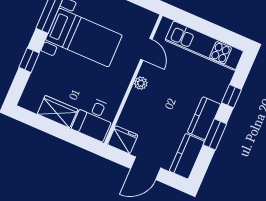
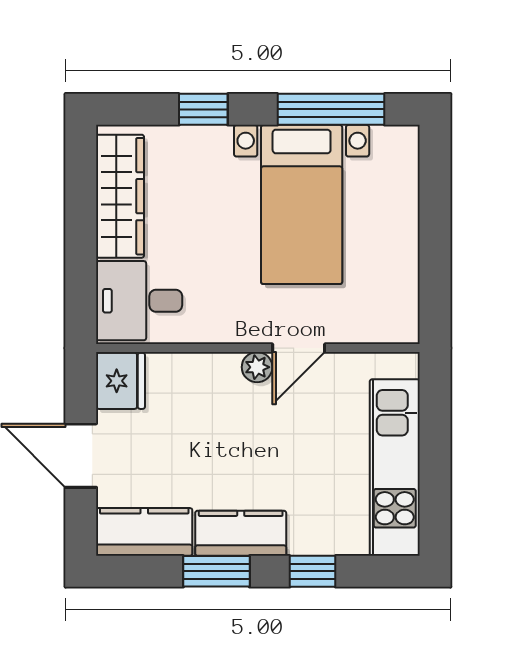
door: (146, 49) -> (299, 348), moved
wardrobe: (58, 112) -> (120, 196), width x1.50

